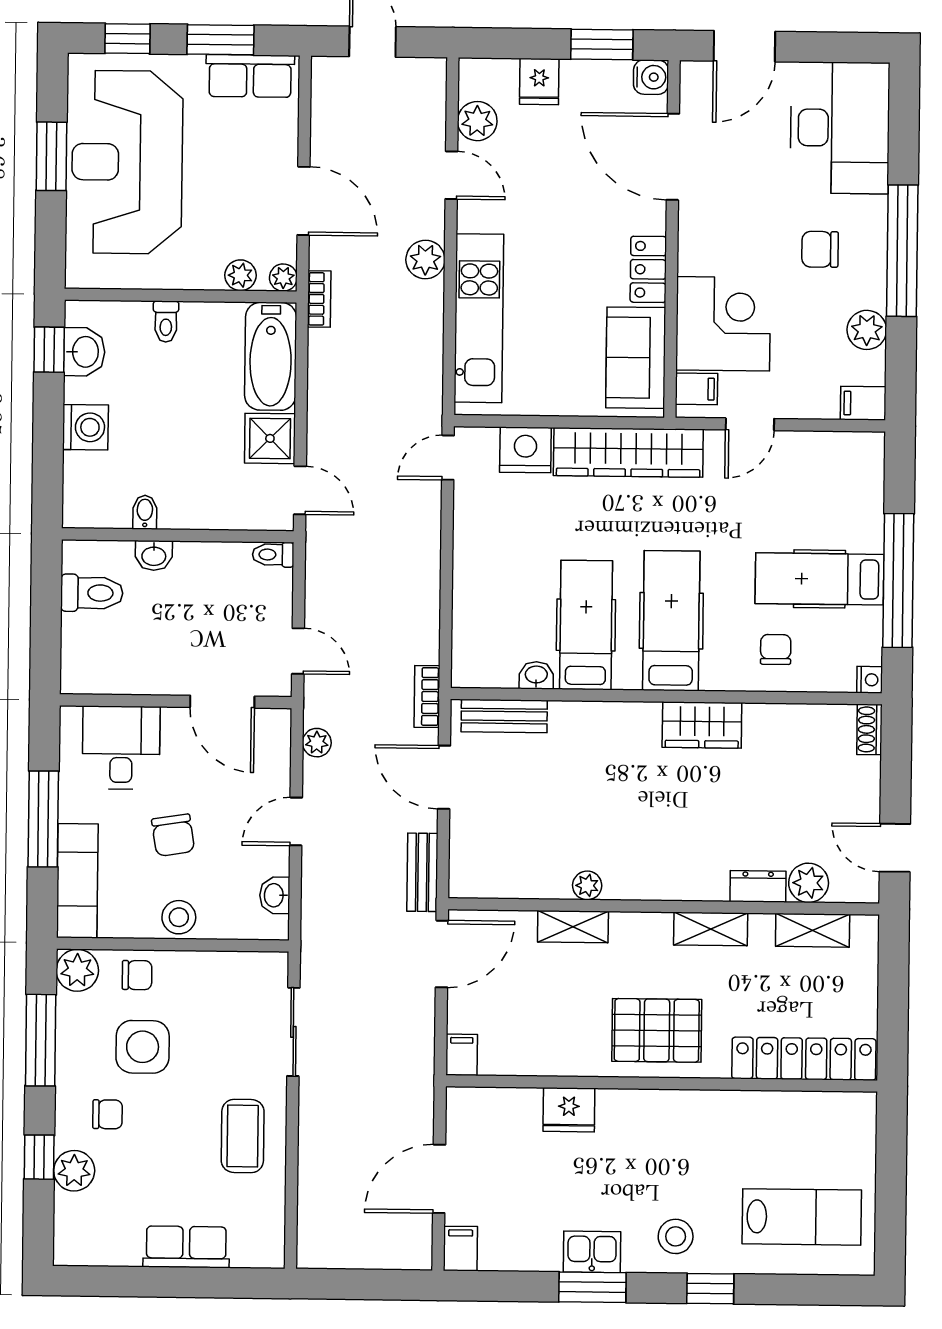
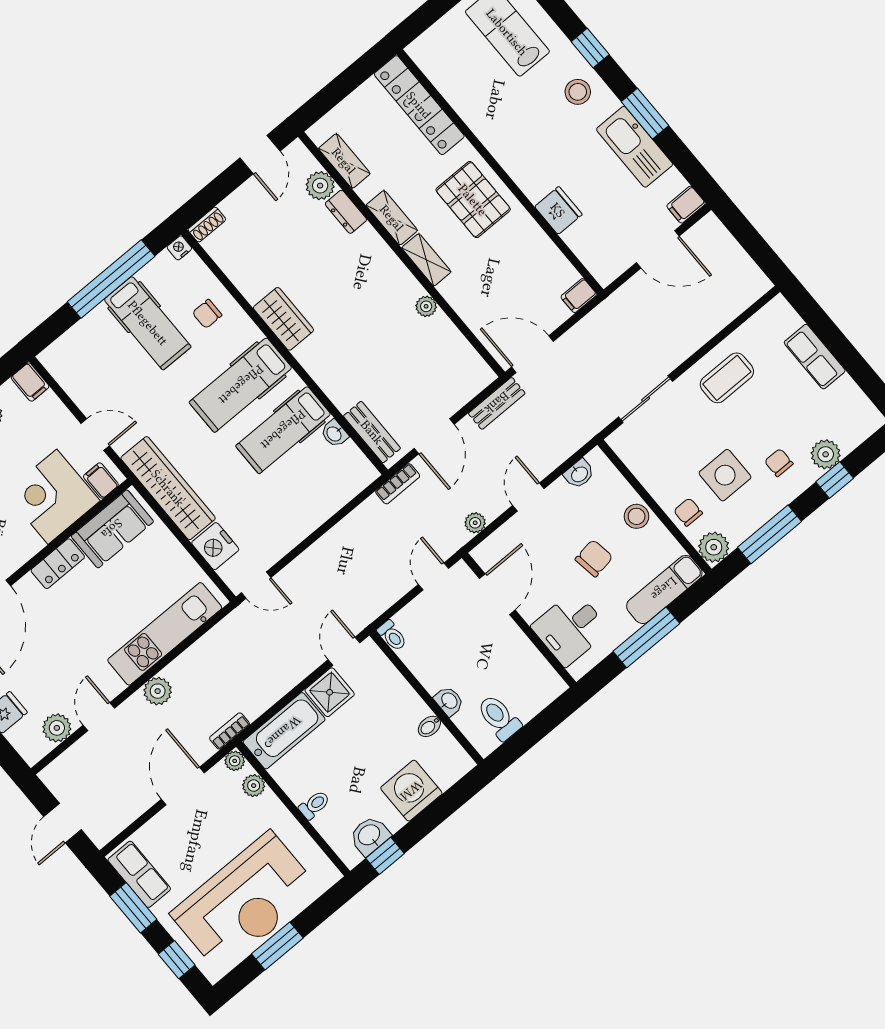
washing machine: (85, 427) -> (411, 791), width x1.37, depth x1.37
door: (296, 822) -> (528, 497), swing flipped
shelving: (573, 927) -> (426, 260), moved
kitchen sink: (592, 1252) -> (635, 147), width x1.88, depth x1.24

